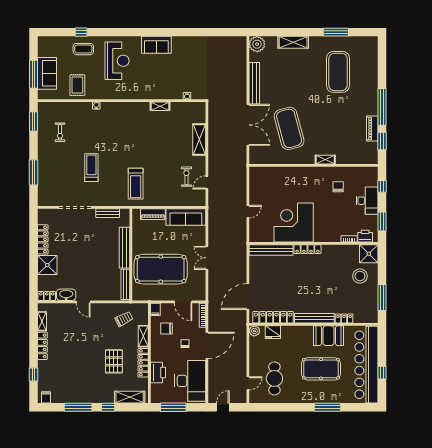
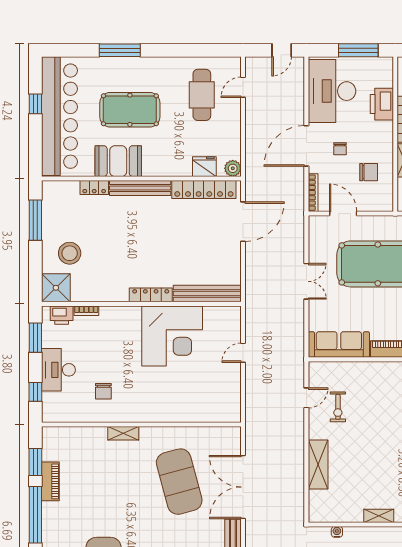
filing cabinet: (155, 309) -> (386, 202), removed

